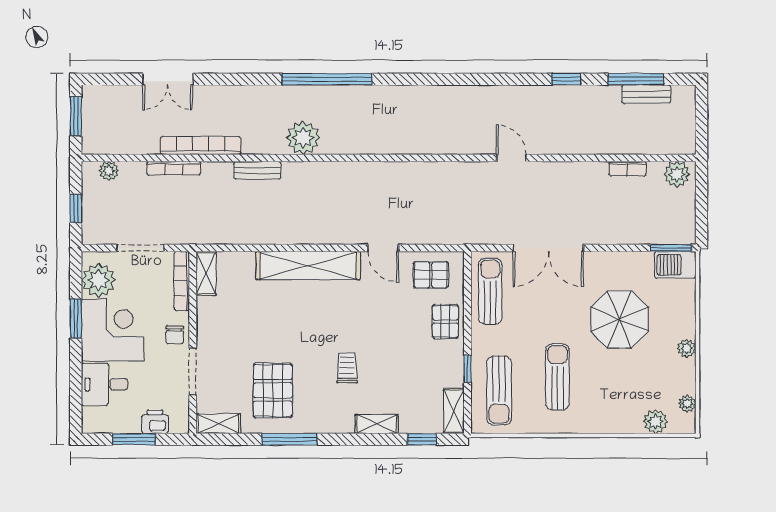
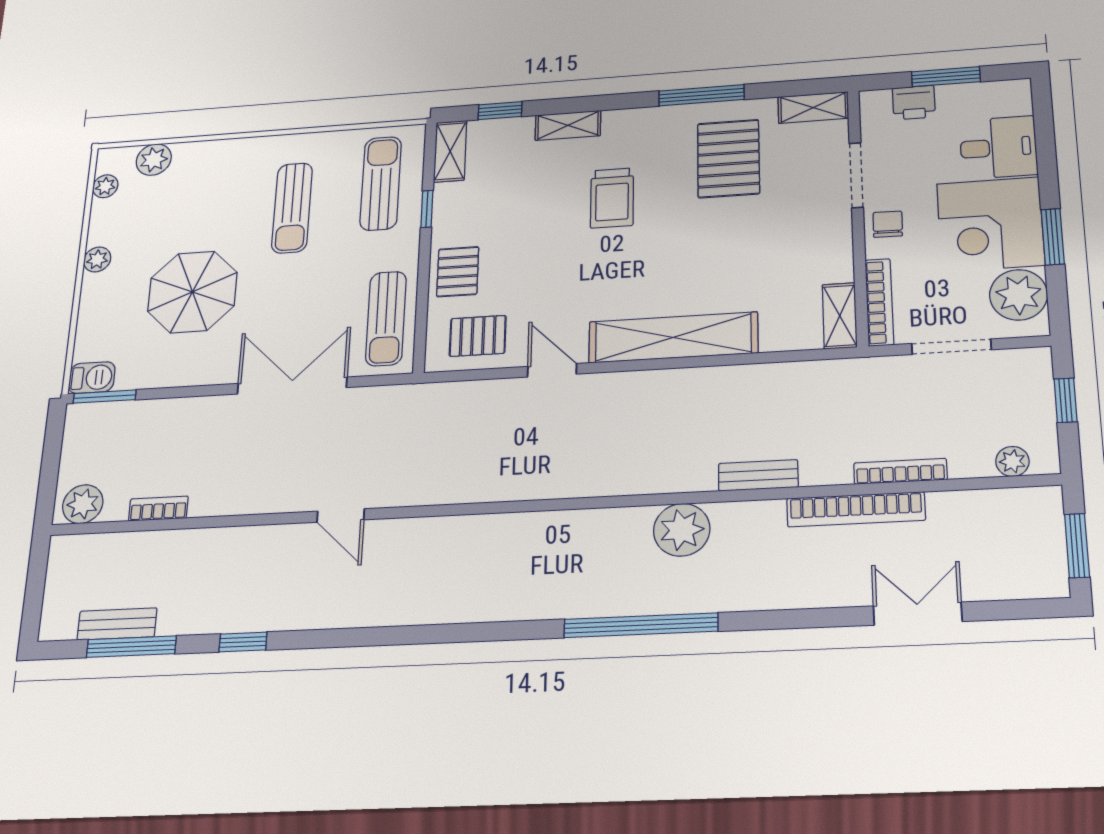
barbecue: (675, 265) -> (92, 378), width x0.73, depth x0.79
trolley: (347, 368) -> (612, 198), width x1.36, depth x1.39

